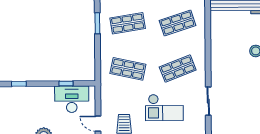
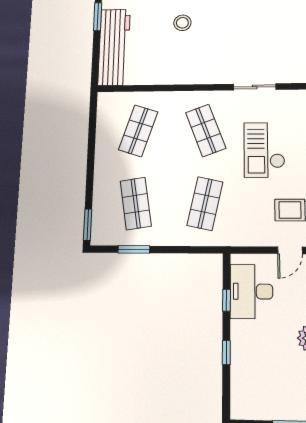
shop shelf: (177, 23) -> (138, 131), turned 36
window: (19, 84) -> (226, 352), moved
checkout: (164, 108) -> (264, 150), turned 180

